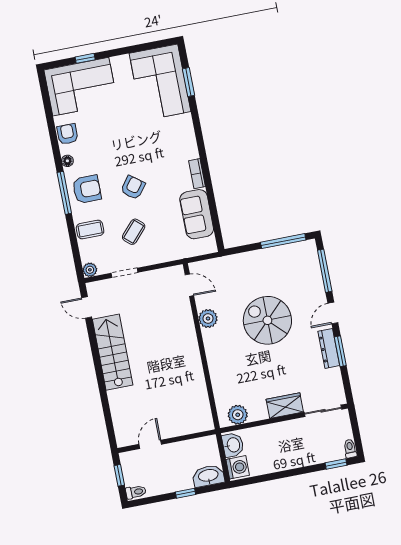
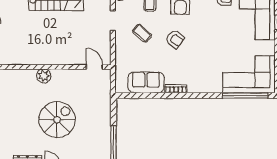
window: (189, 82) -> (245, 96), width x2.11
door: (189, 285) -> (94, 67), swing flipped
plant: (208, 318) -> (44, 76), moved

